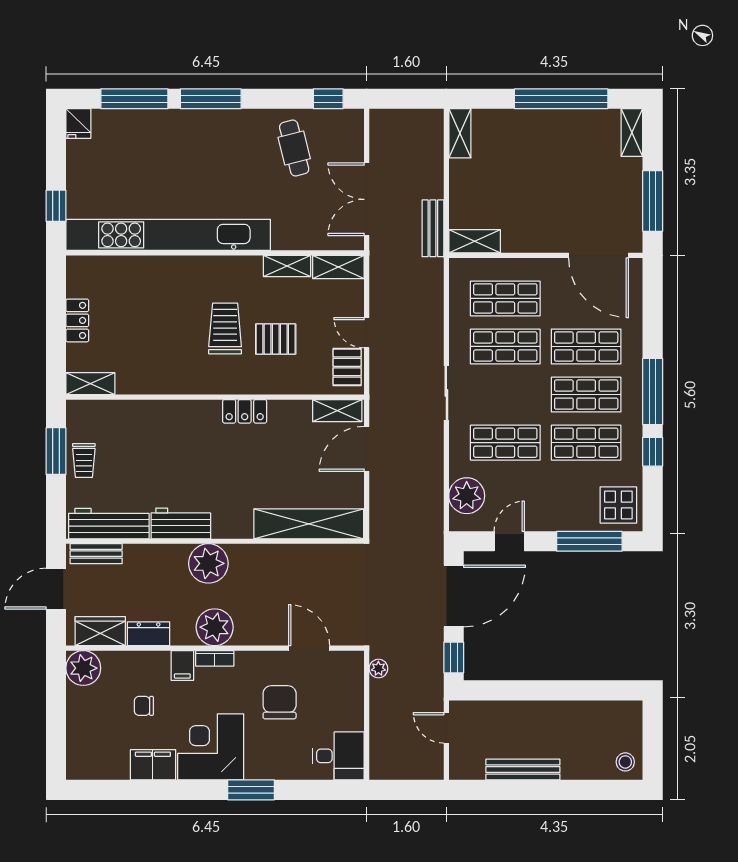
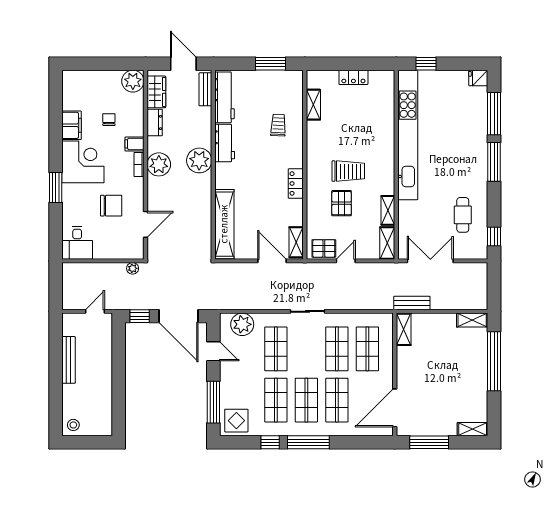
window: (561, 99) -> (494, 361), moved
cafe table: (294, 148) -> (463, 215), turned -76
shelving: (90, 384) -> (313, 105), moved
trolley: (84, 461) -> (278, 125), moved, turned 93

